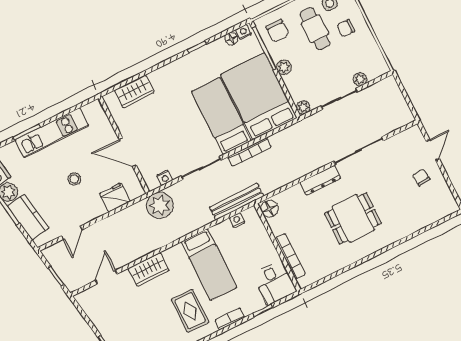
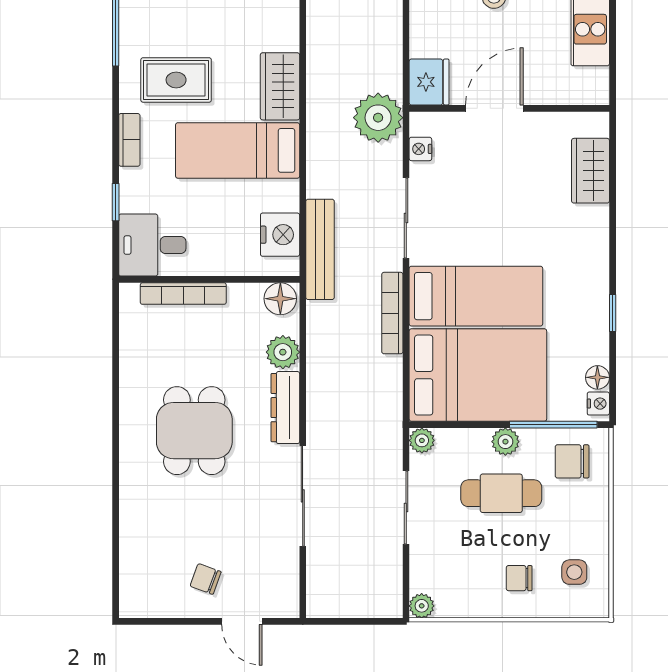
chair: (346, 28) -> (519, 578), turned -92
cafe table: (315, 29) -> (501, 493), moved
plant: (360, 79) -> (422, 606), moved
chair: (421, 177) -> (206, 579), turned -152
plant: (294, 195) -> (283, 352), added
fridge: (115, 198) -> (429, 82), moved
nightstand: (237, 220) -> (280, 235), width x1.89, depth x1.79
wardrobe: (149, 270) -> (280, 86), moved

